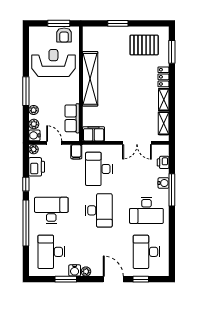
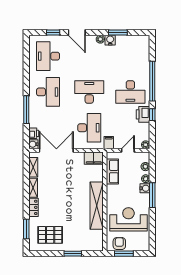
reception desk: (53, 63) -> (128, 219), turned 180
water cooler: (34, 135) -> (145, 188), moved
door: (54, 143) -> (128, 150), swing flipped
double door: (137, 143) -> (56, 150), width x1.37
printer: (37, 167) -> (143, 114), moved
water cooler: (163, 183) -> (33, 144), moved
desk: (99, 210) -> (89, 92), turned 90
desk: (146, 210) -> (48, 92), turned 90
desk: (51, 252) -> (130, 56), removed
desk: (146, 252) -> (48, 56), turned 180

